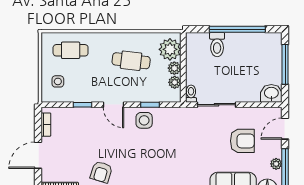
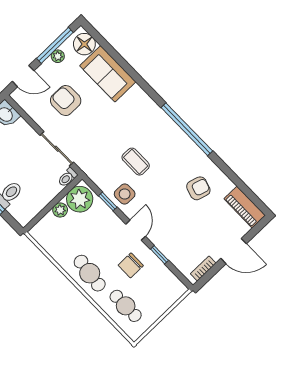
plant: (170, 49) -> (49, 228), removed
cafe table: (131, 61) -> (90, 273), moved
chair: (94, 79) -> (131, 265), added
side table: (58, 81) -> (160, 292), removed
plant: (175, 82) -> (80, 199), width x1.88, depth x1.88
coffee table: (158, 148) -> (136, 162), added

